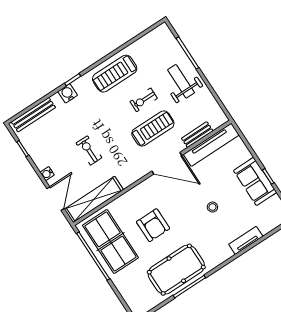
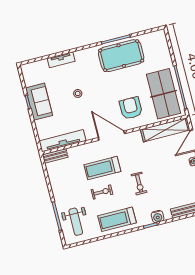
treadmill: (115, 74) -> (117, 219), turned 180
weight bench: (181, 81) -> (76, 222), moved
bench: (197, 135) -> (55, 156), moved
exercise bike: (89, 150) -> (139, 183), moved
door: (167, 163) -> (111, 136), moved
armchair: (153, 225) -> (131, 108), moved

